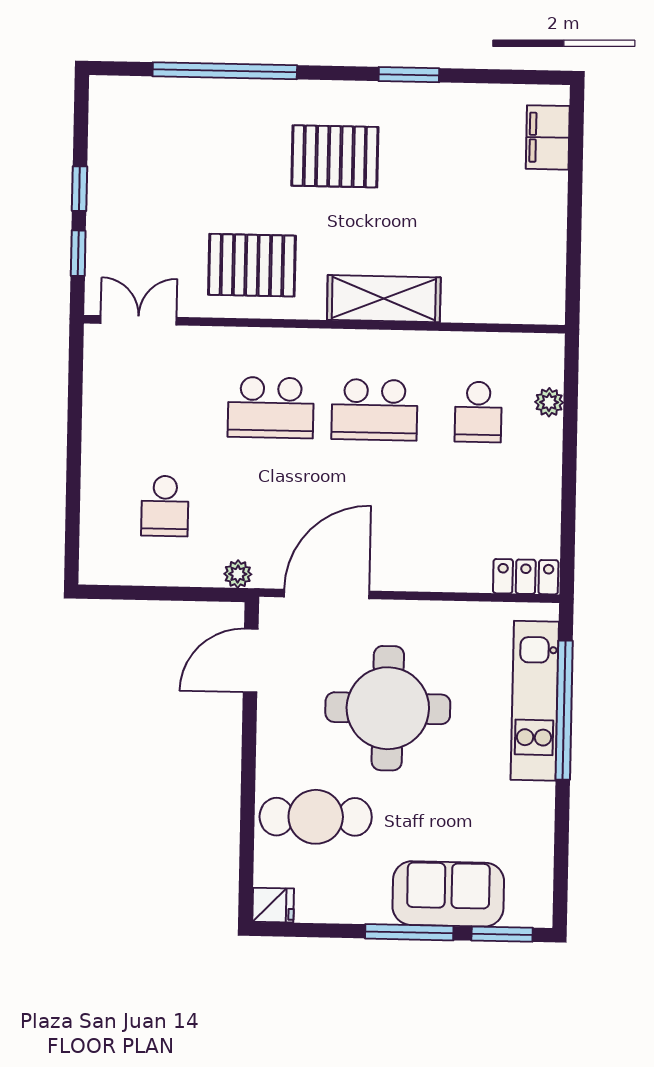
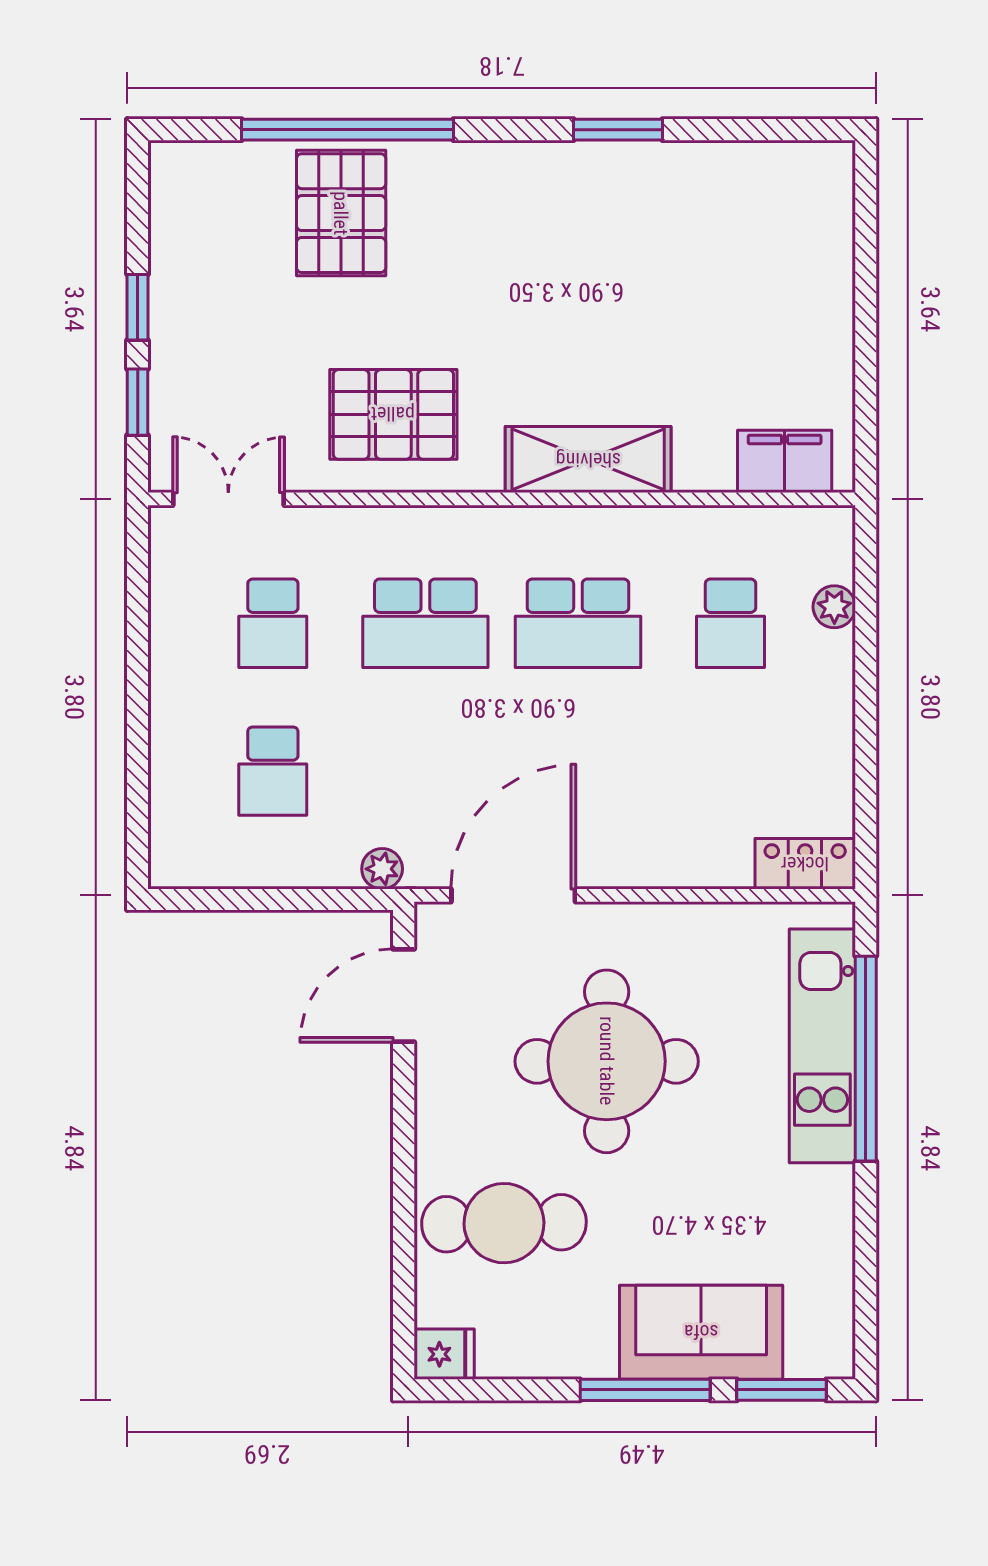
filing cabinet: (548, 137) -> (785, 461), moved, turned 90
pallet: (335, 156) -> (341, 213), moved, turned 90
school desk: (167, 405) -> (273, 623), added

